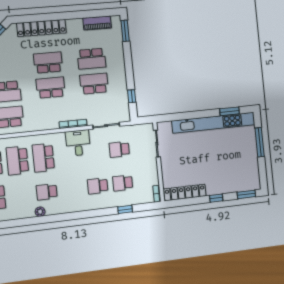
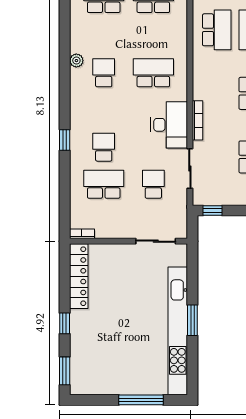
window: (132, 96) -> (213, 211), moved
window: (230, 111) -> (192, 320), moved
desk: (78, 143) -> (169, 125), width x1.37
school desk: (17, 161) -> (153, 36), removed
school desk: (123, 183) -> (104, 184), width x1.85
window: (125, 209) -> (65, 140), moved

